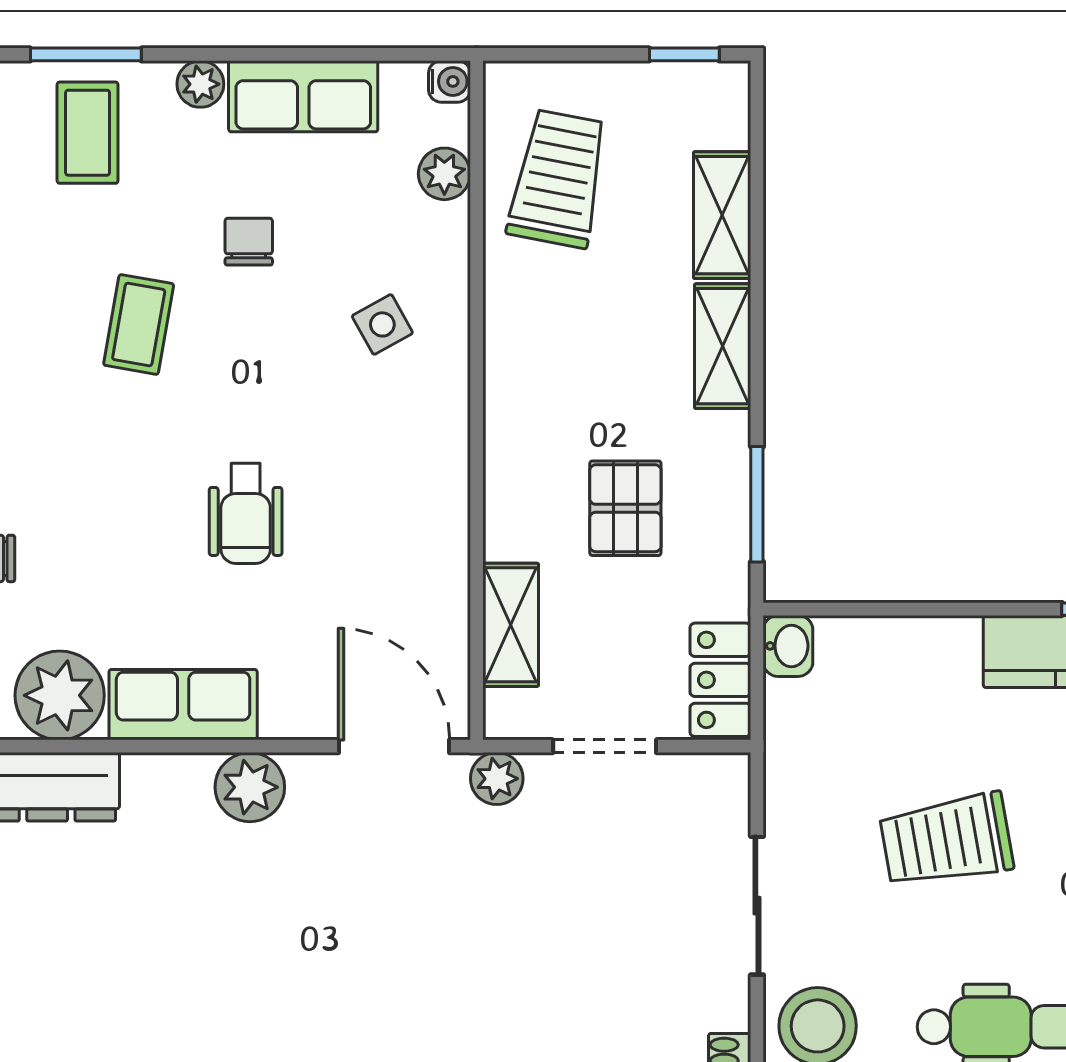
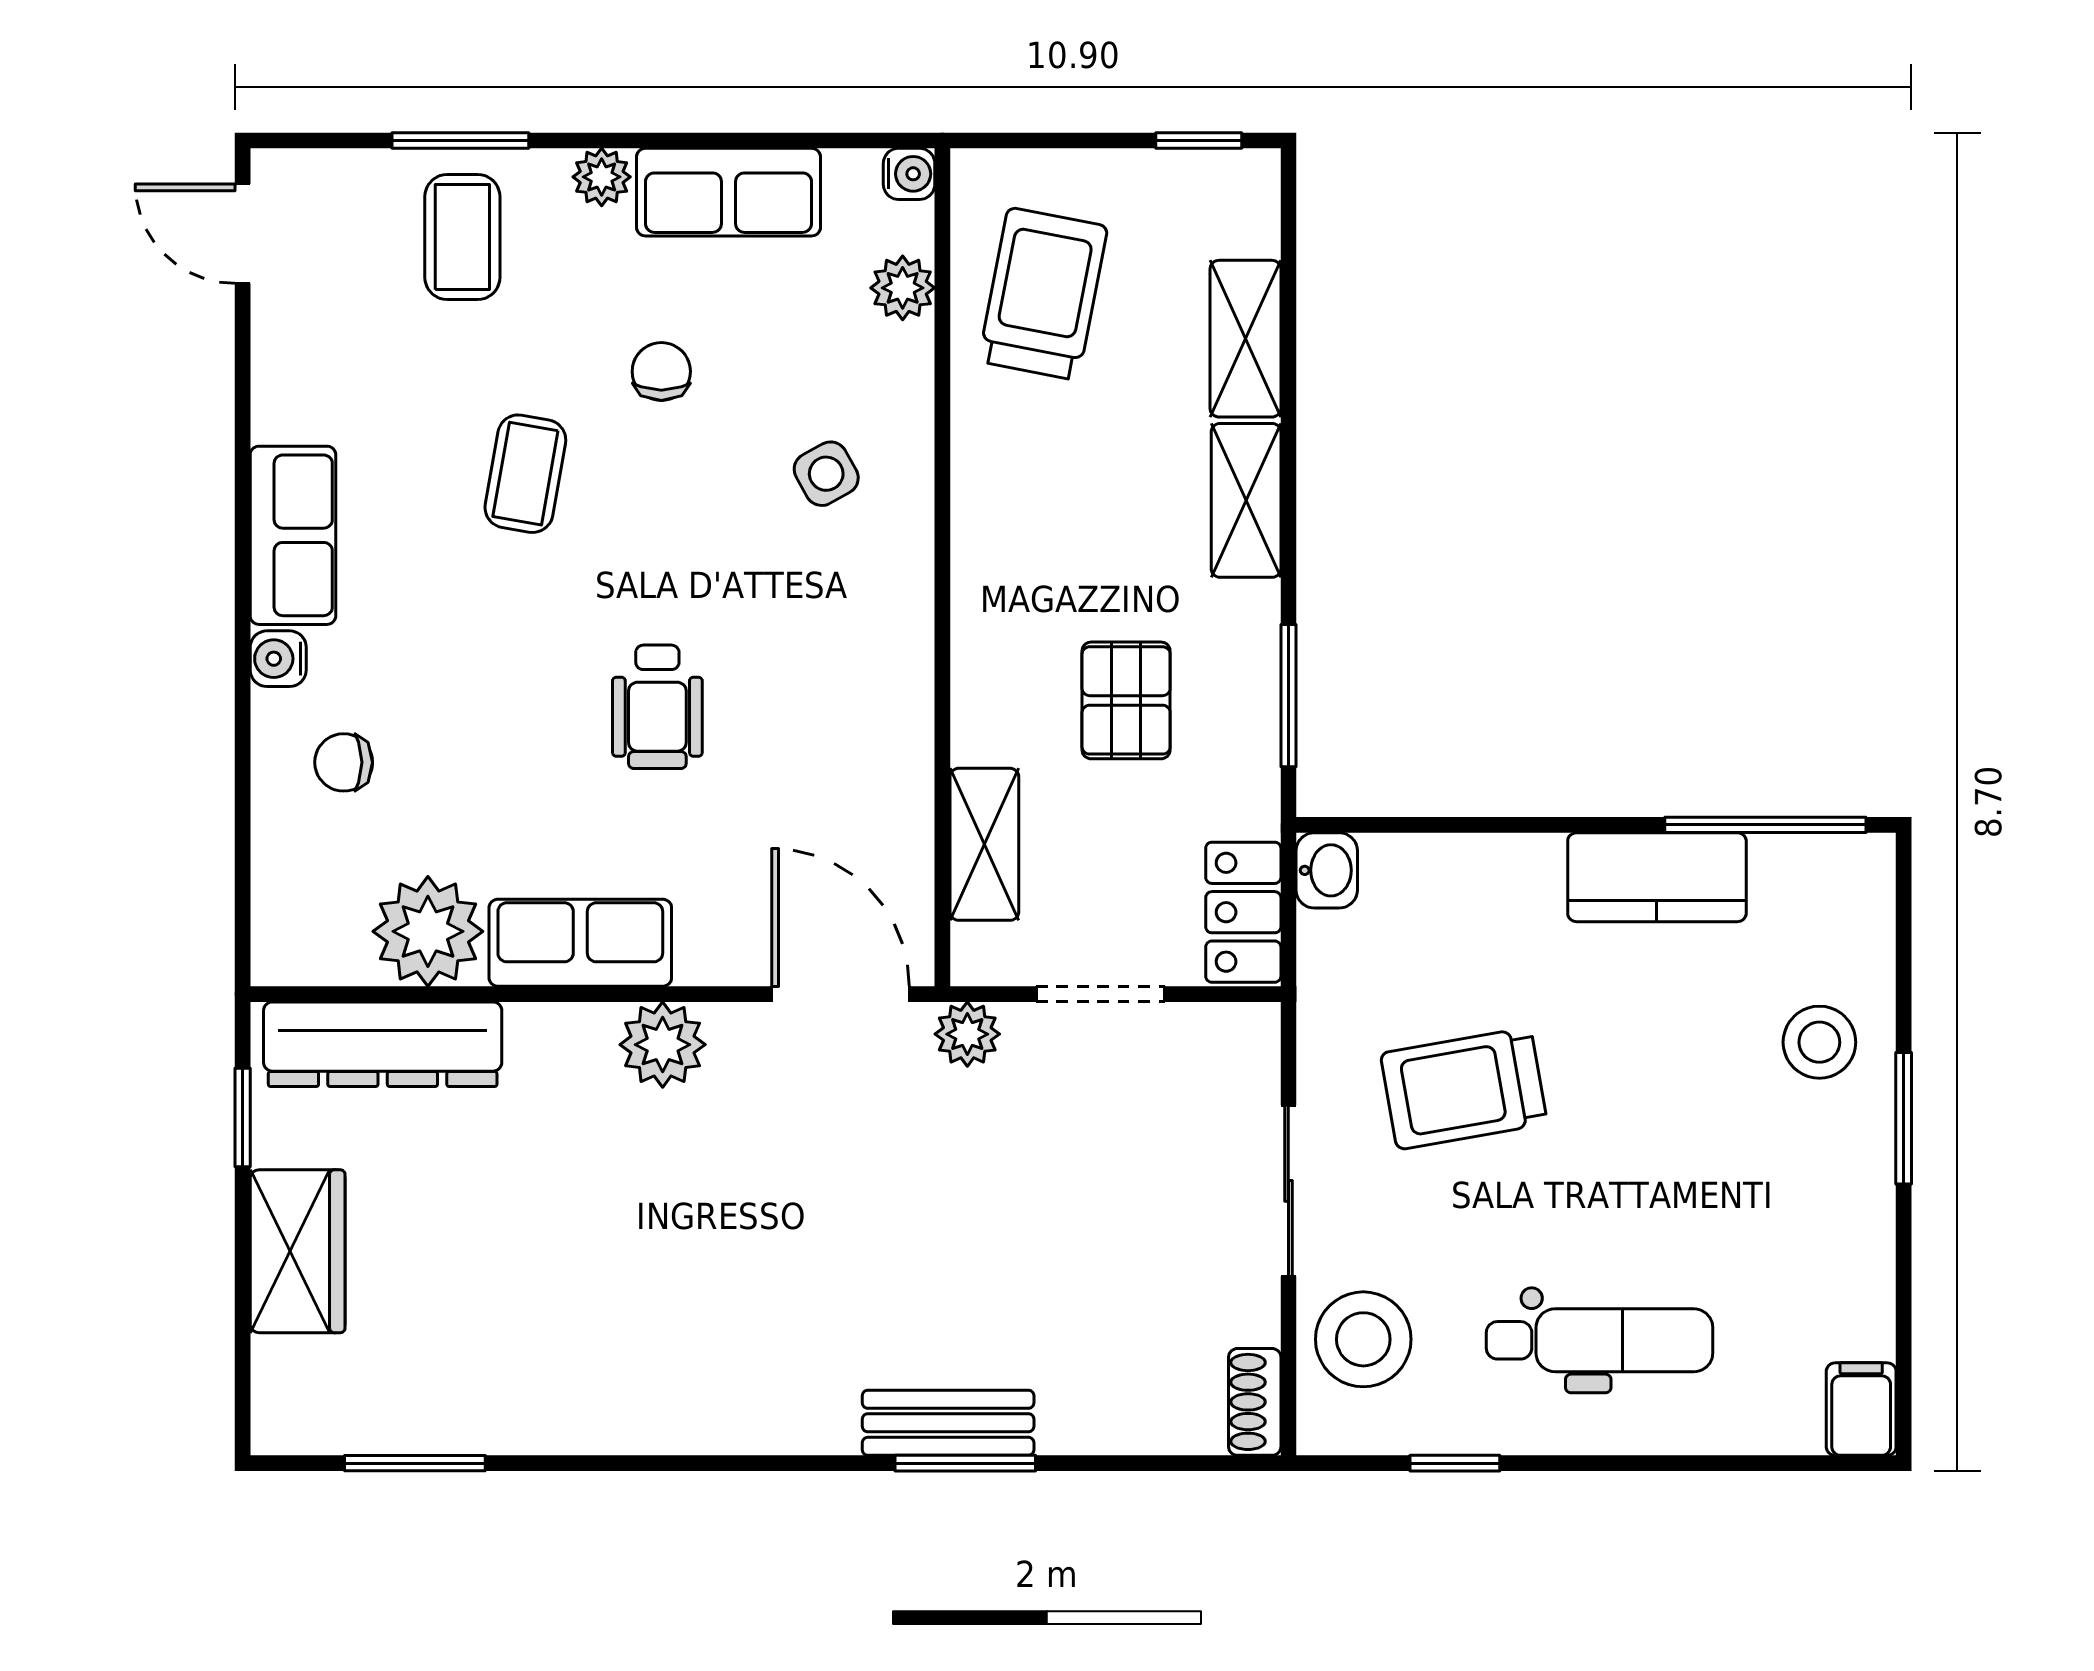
trolley: (946, 840) -> (1464, 1088), moved

